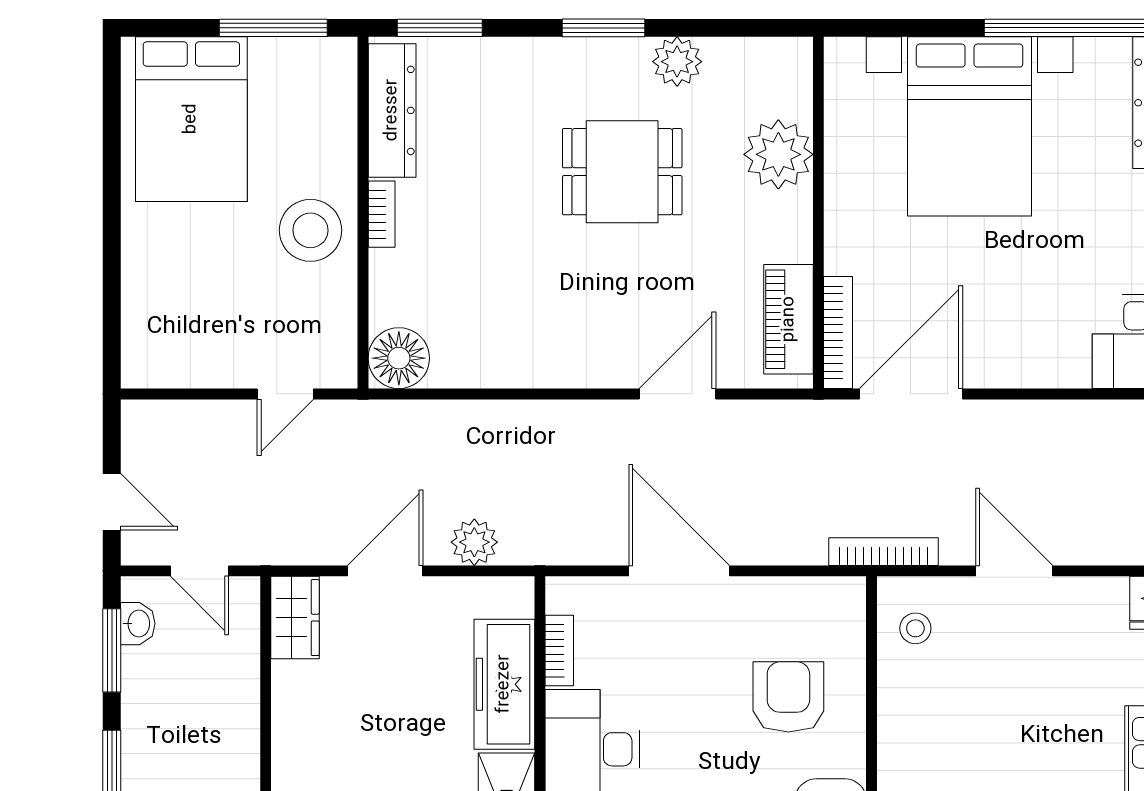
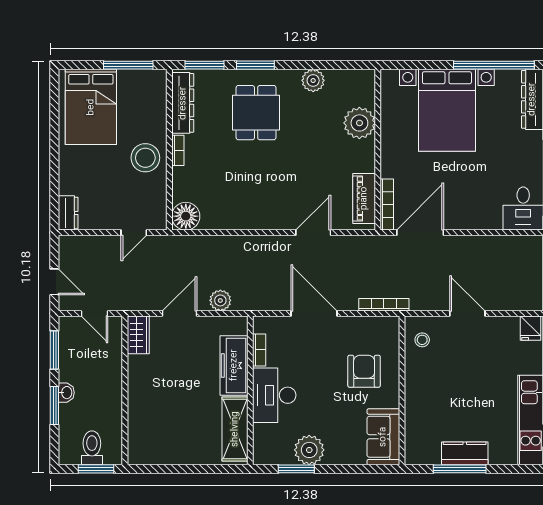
window: (603, 28) -> (255, 65), moved
dining table: (622, 172) -> (256, 113), moved, turned 90
dresser: (142, 351) -> (68, 213), added
bookcase: (884, 552) -> (384, 305), moved
washbasin: (138, 624) -> (66, 393), moved

